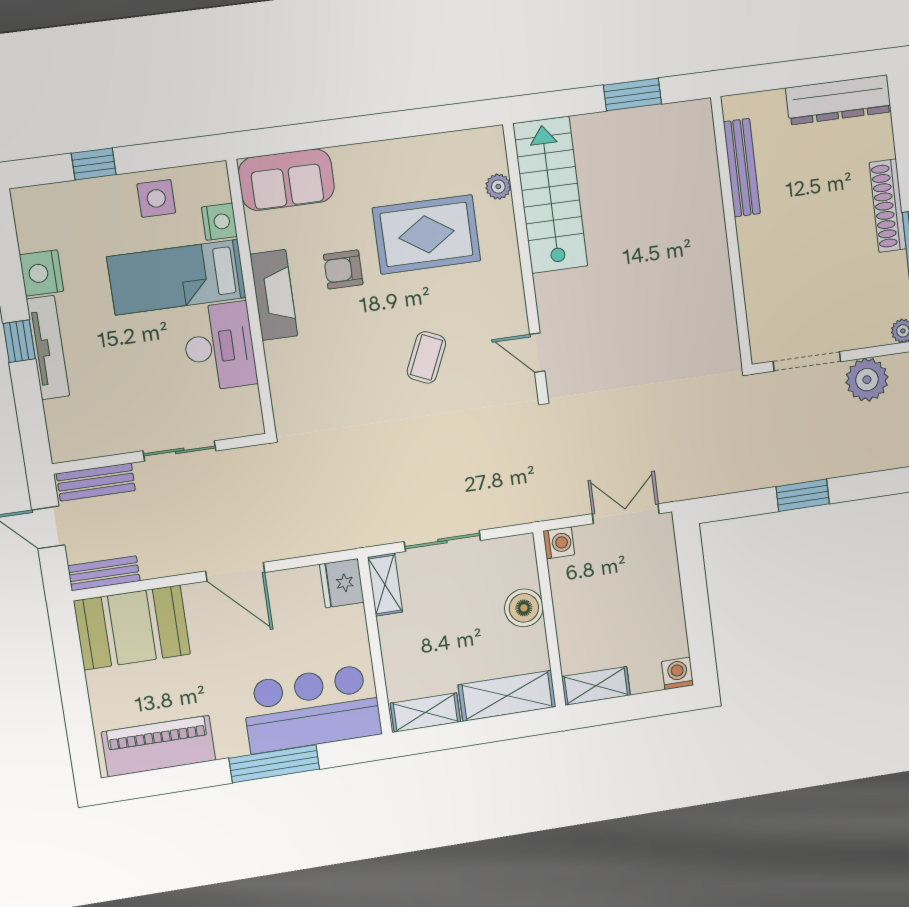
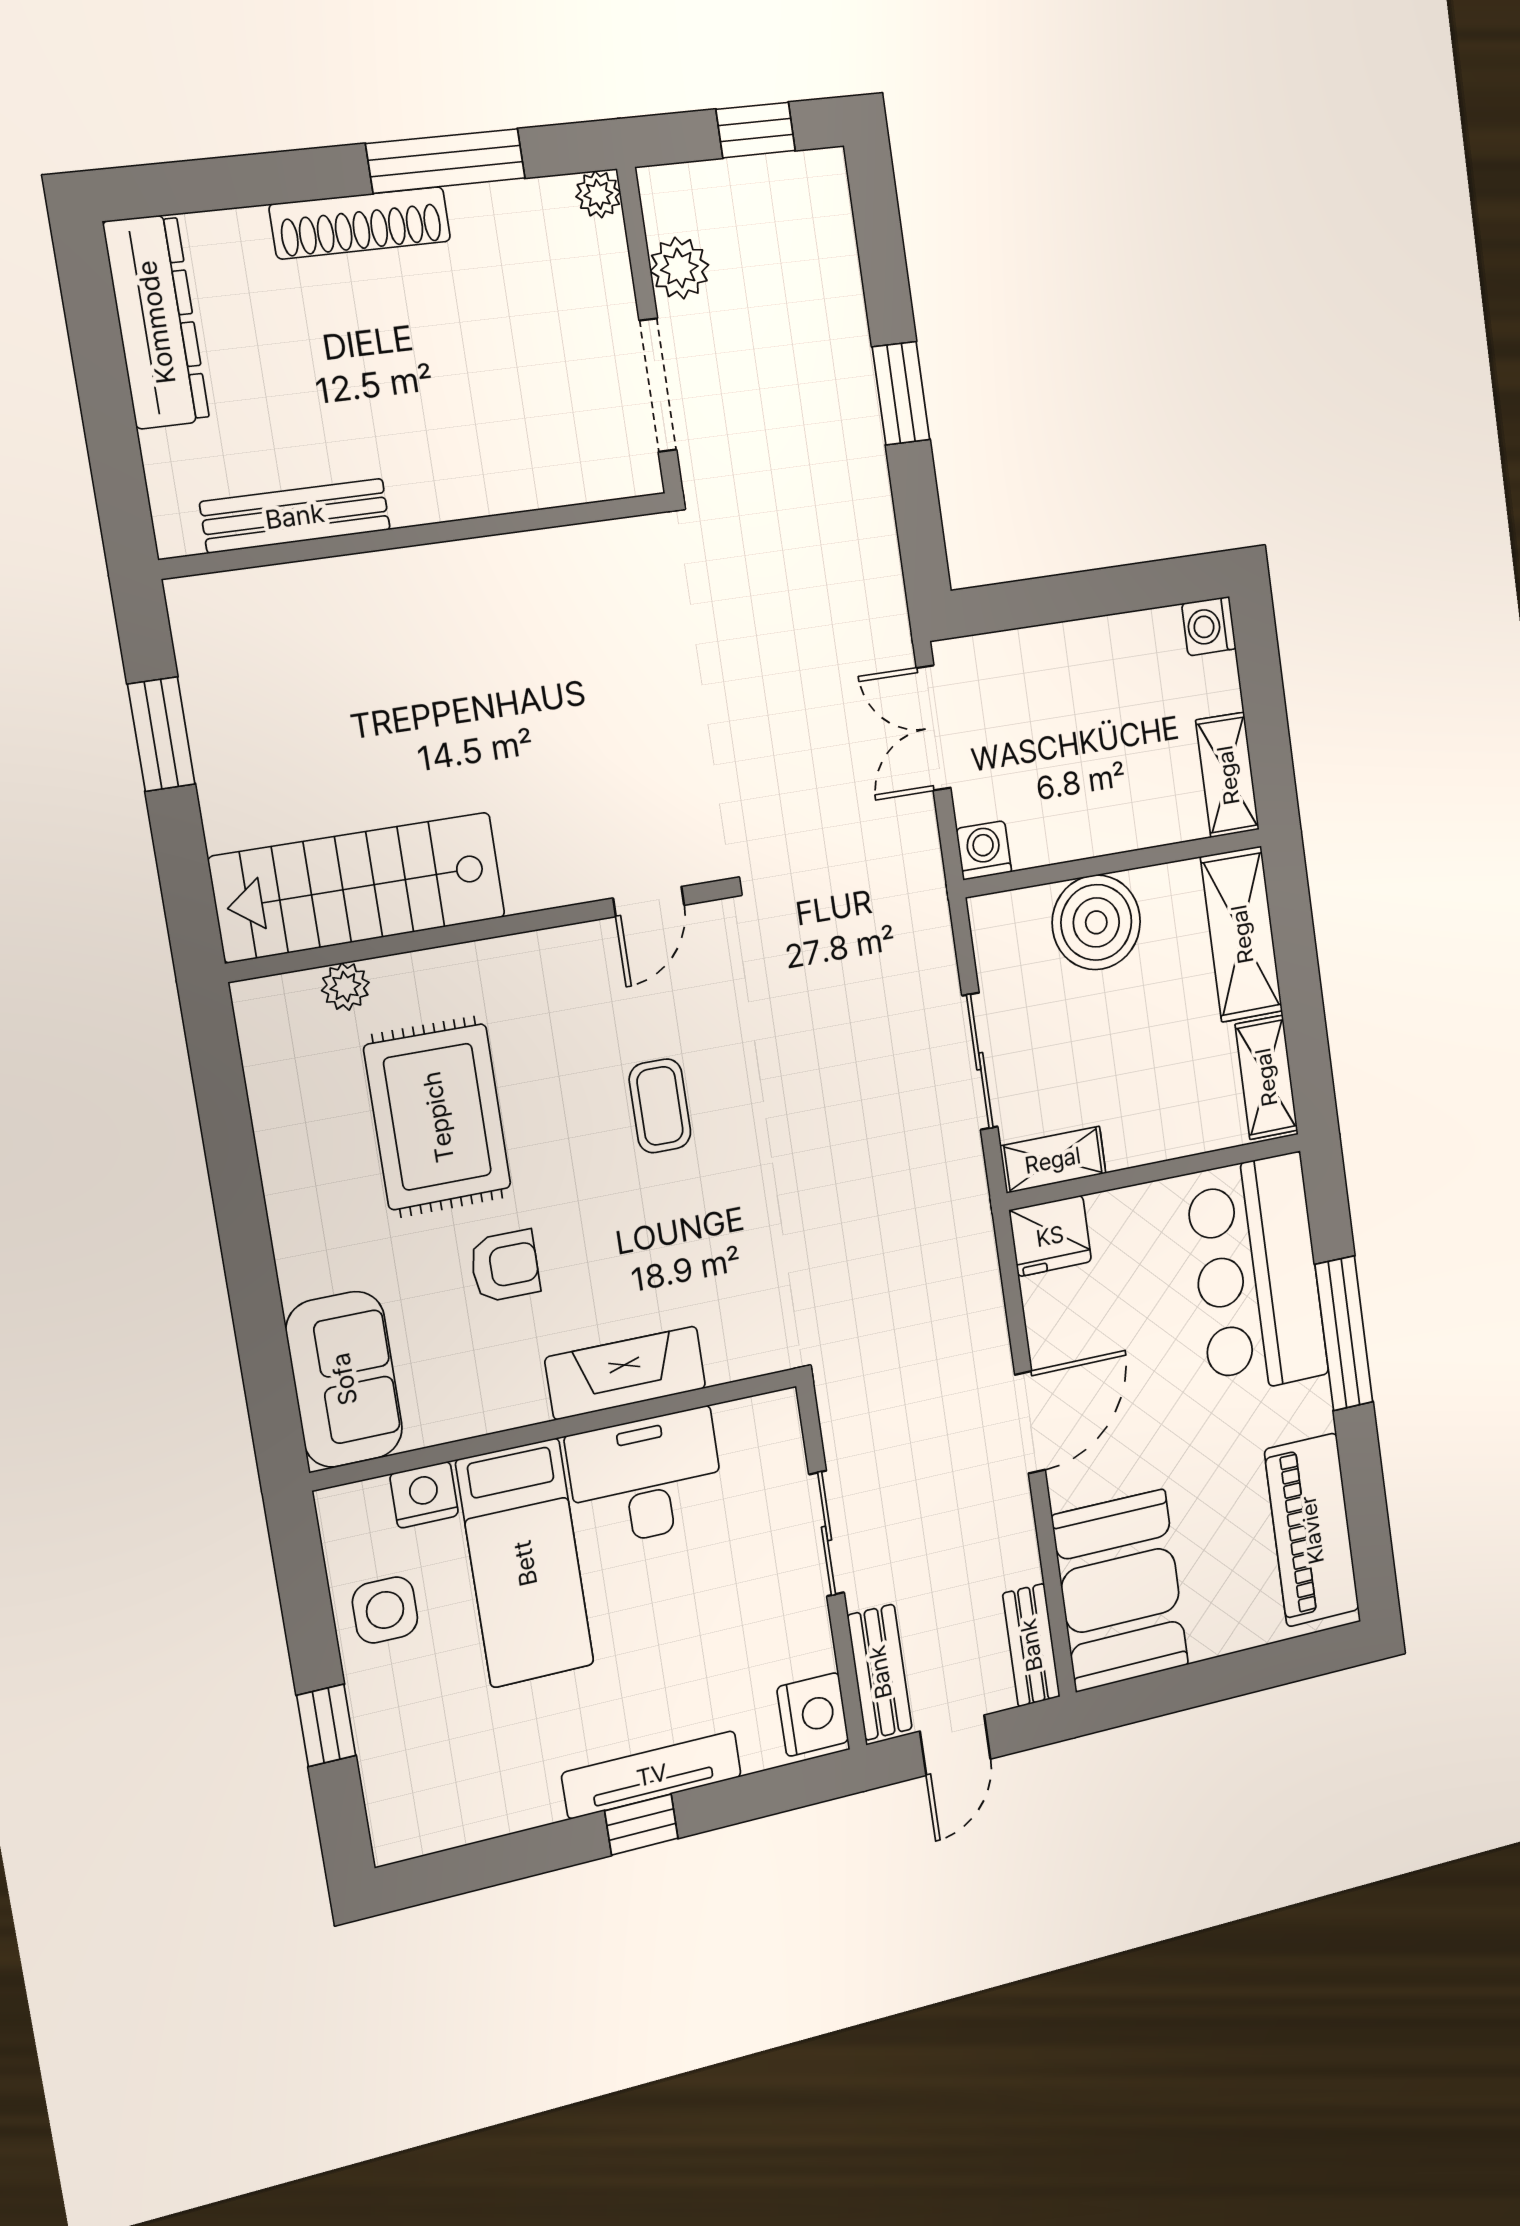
armchair: (343, 270) -> (505, 1266), turned -90
nightstand: (42, 273) -> (813, 1714), moved, turned -90
fireplace: (274, 295) -> (626, 1373), moved
coffee table: (426, 357) -> (660, 1106), turned 66
plant: (867, 380) -> (679, 268), width x0.73, depth x0.73
boiler: (524, 608) -> (1096, 922), width x1.37, depth x1.37

